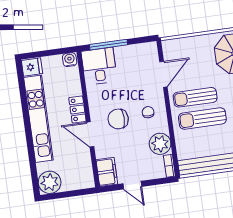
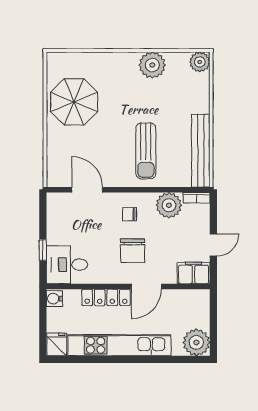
window: (108, 45) -> (43, 250), width x0.46
sun lounger: (195, 97) -> (120, 156), removed
locker: (77, 109) -> (106, 297), width x1.53

